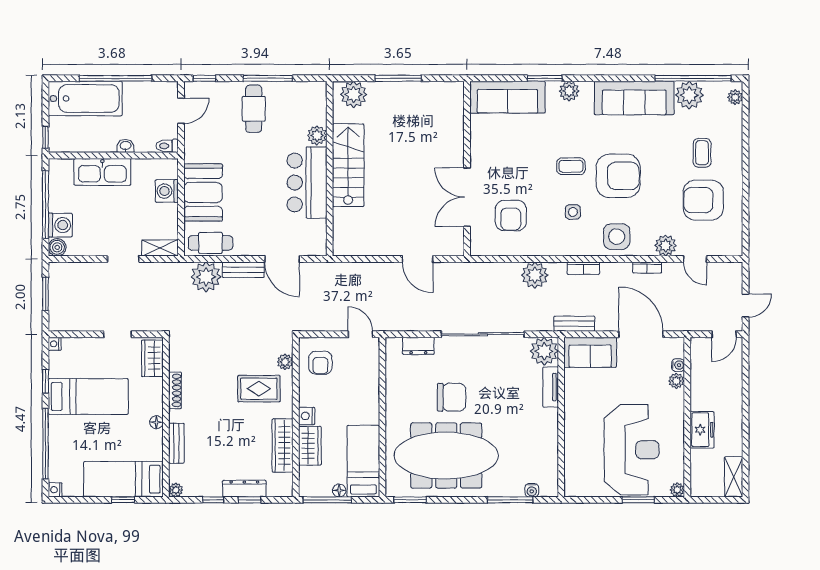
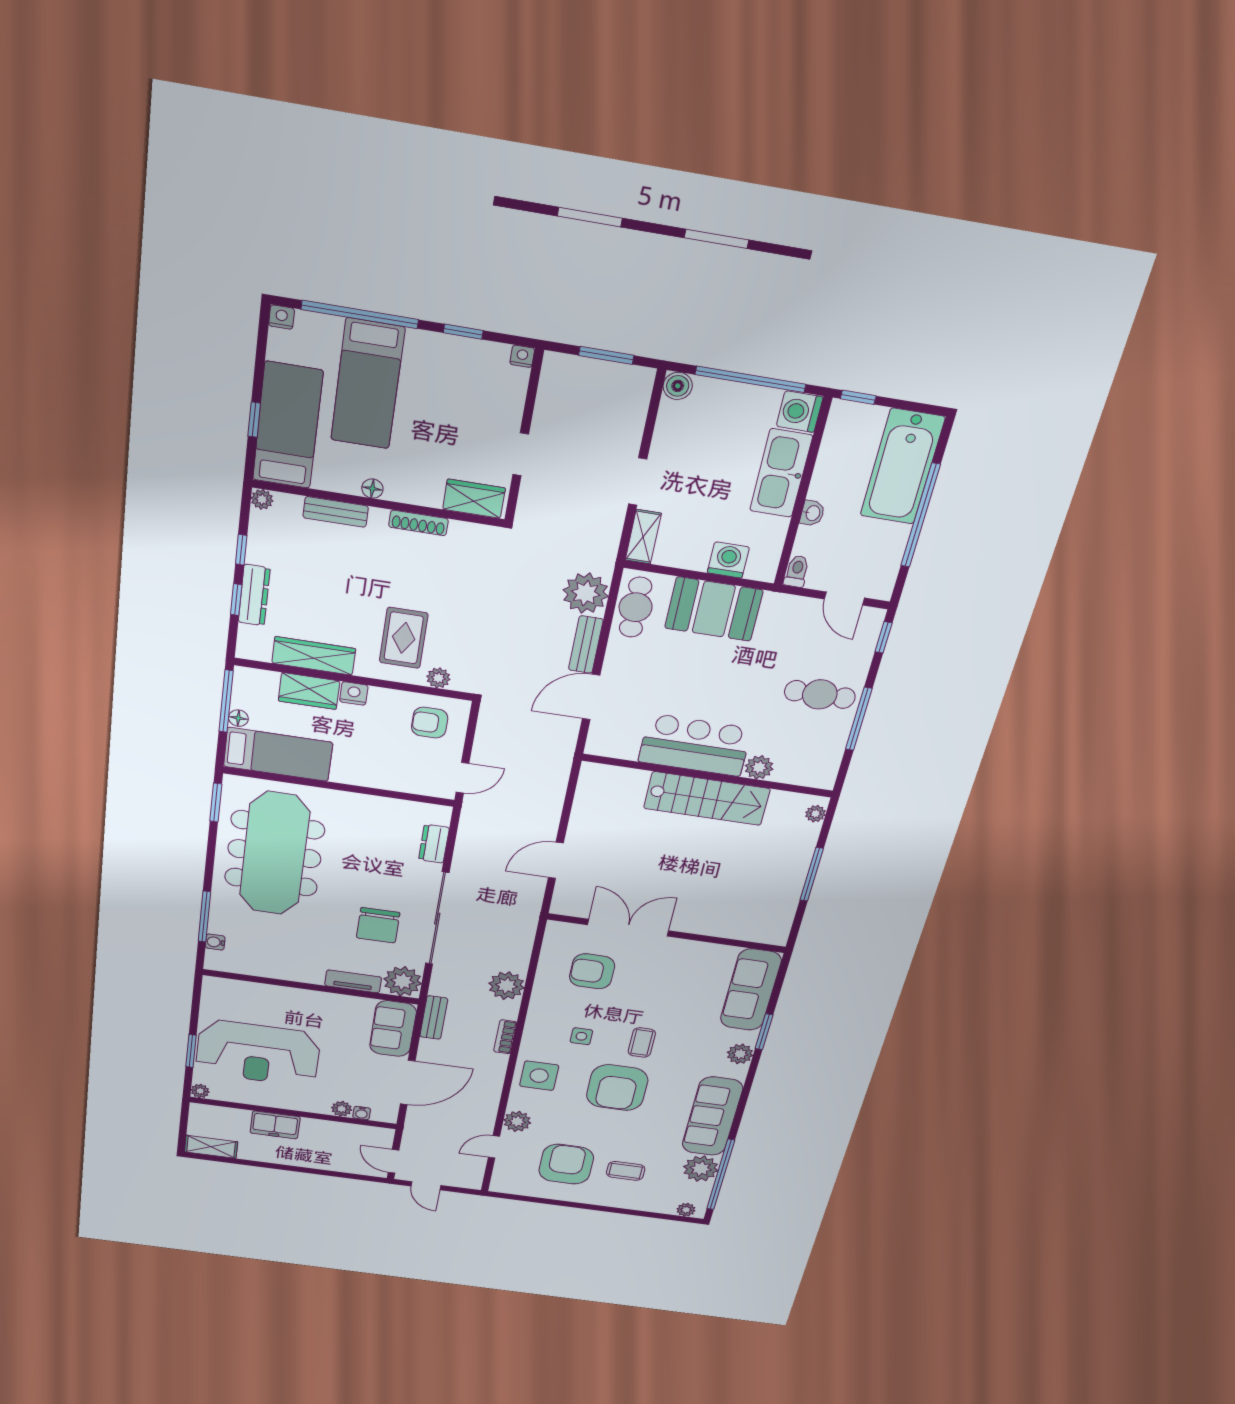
plant: (354, 94) -> (816, 814), width x0.53, depth x0.53
washing machine: (60, 225) -> (800, 412), moved, turned 90
bookcase: (647, 267) -> (493, 1100), removed
bed: (88, 397) -> (368, 384), moved
chair: (452, 397) -> (378, 925), moved

